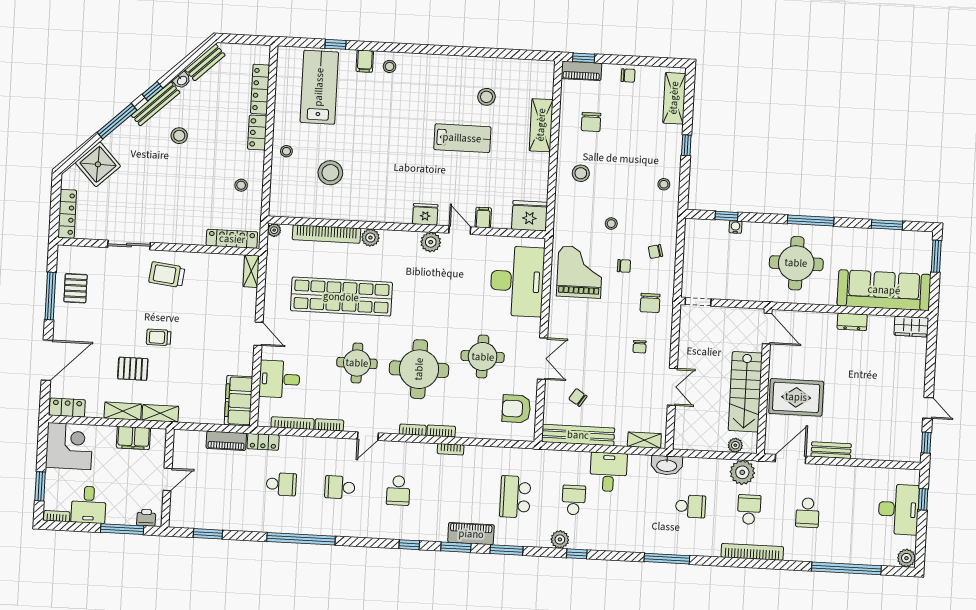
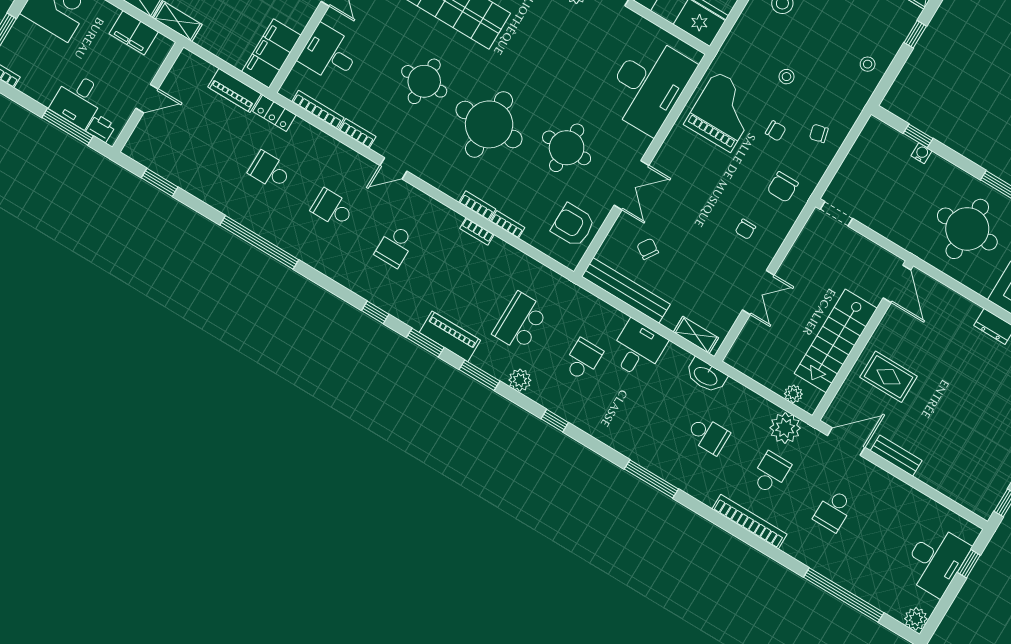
rug: (796, 397) -> (889, 377), width x0.73, depth x0.70
bookcase: (413, 430) -> (507, 224), moved
school desk: (281, 484) -> (270, 171), turned 180
desk: (89, 505) -> (78, 100), moved
plant: (560, 539) -> (520, 380), moved

